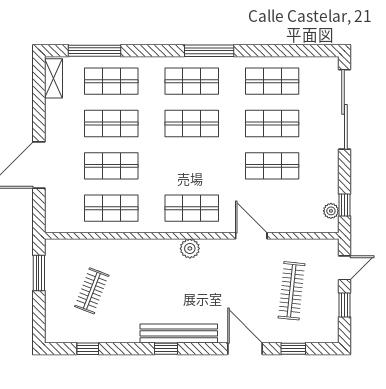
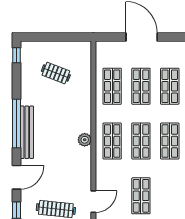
shop shelf: (272, 124) -> (141, 141), moved
door: (251, 236) -> (93, 202), moved
window: (39, 273) -> (68, 37), removed
window: (88, 349) -> (16, 55), moved
window: (166, 349) -> (16, 124), width x3.17

